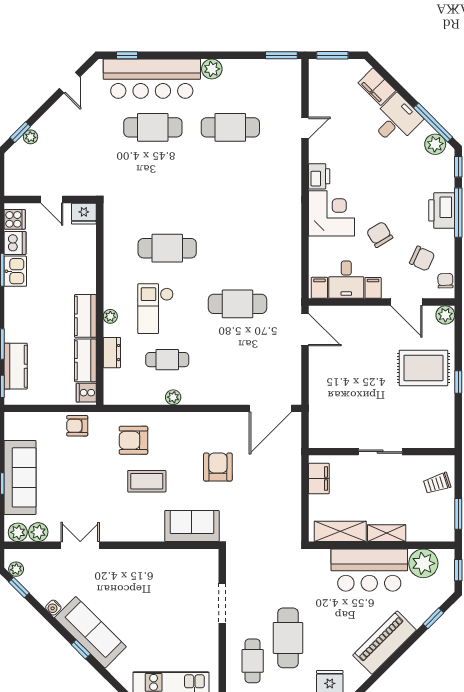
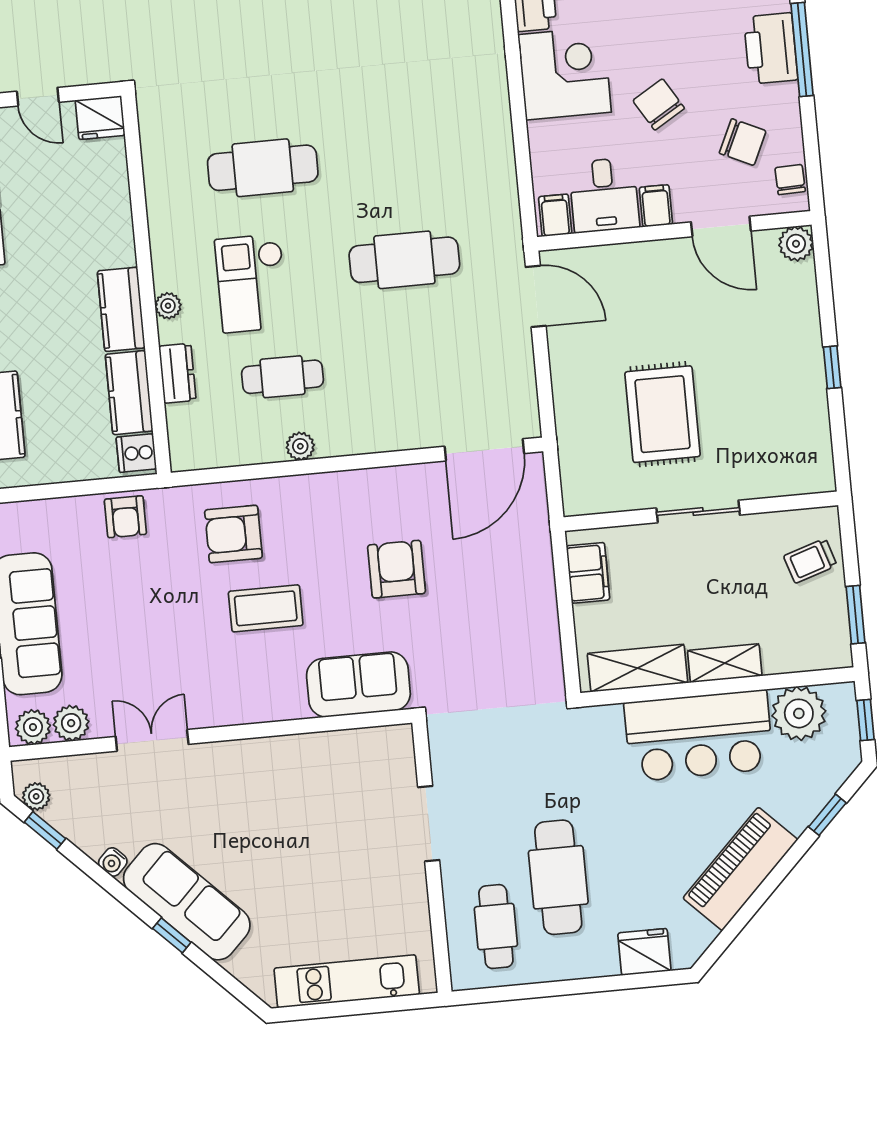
rug: (423, 368) -> (662, 414), moved, turned 90
armchair: (77, 426) -> (125, 517), turned -90

